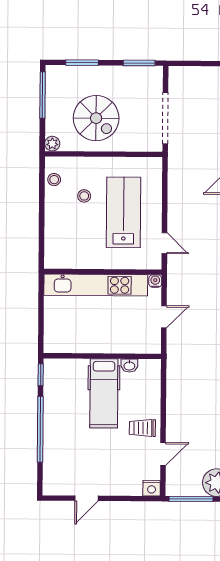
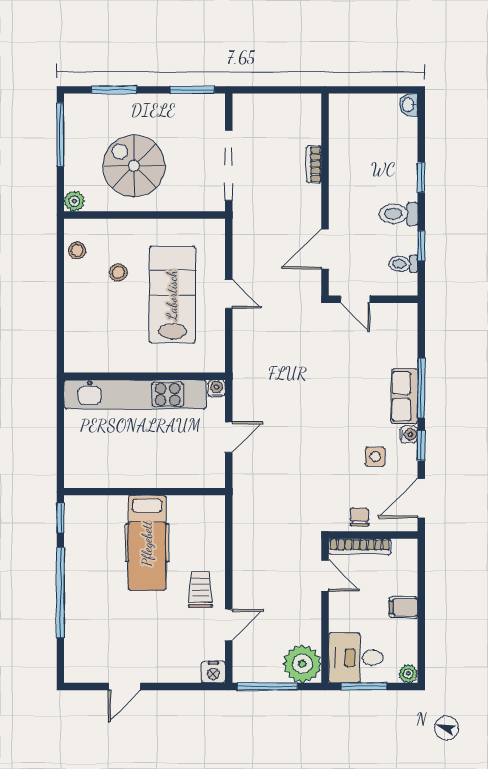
spiral stairs: (96, 118) -> (134, 166), turned 180
door: (164, 243) -> (229, 294), moved
washbasin: (129, 366) -> (182, 504), removed
trolley: (142, 428) -> (200, 590), turned 90

